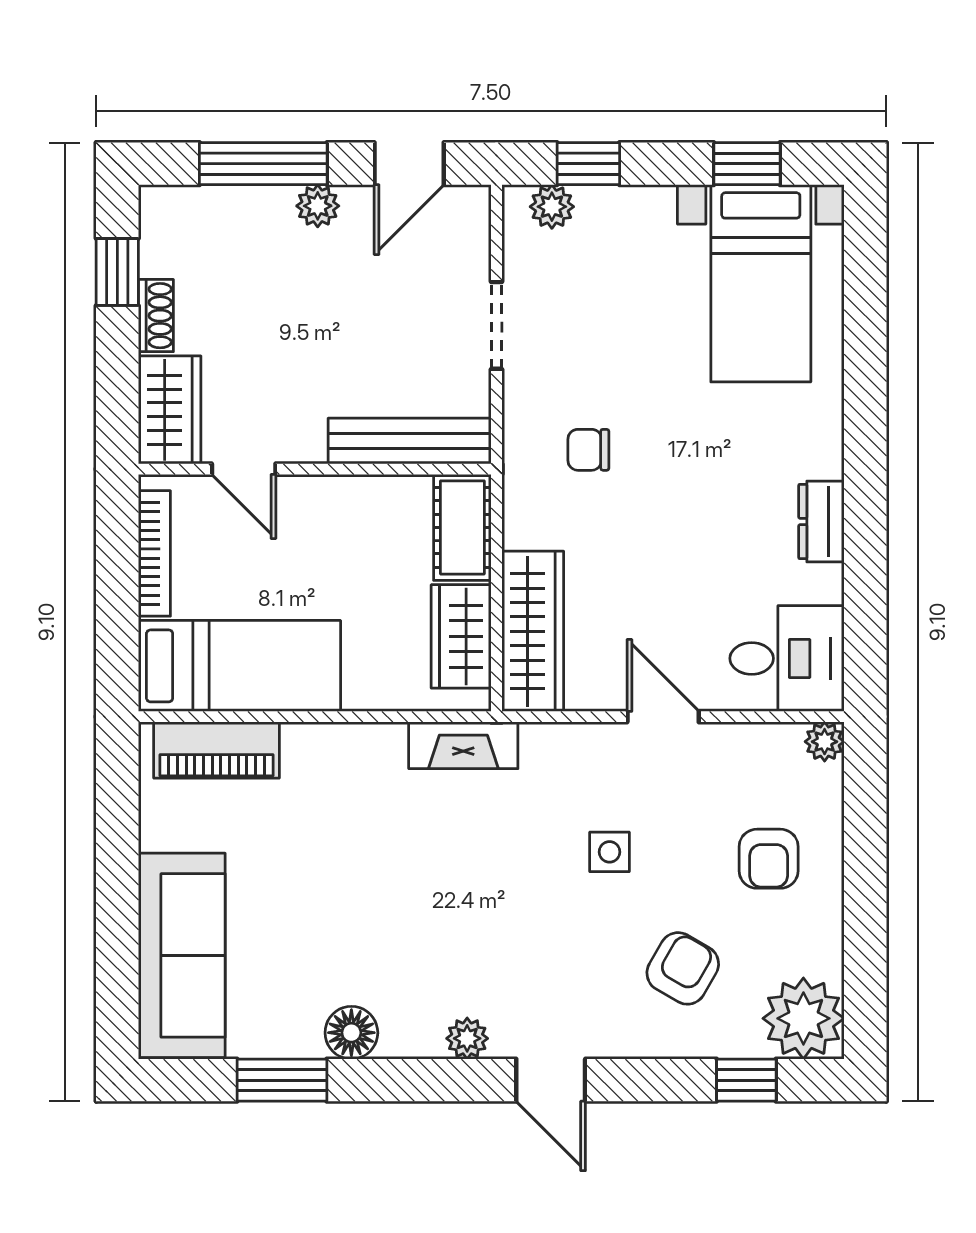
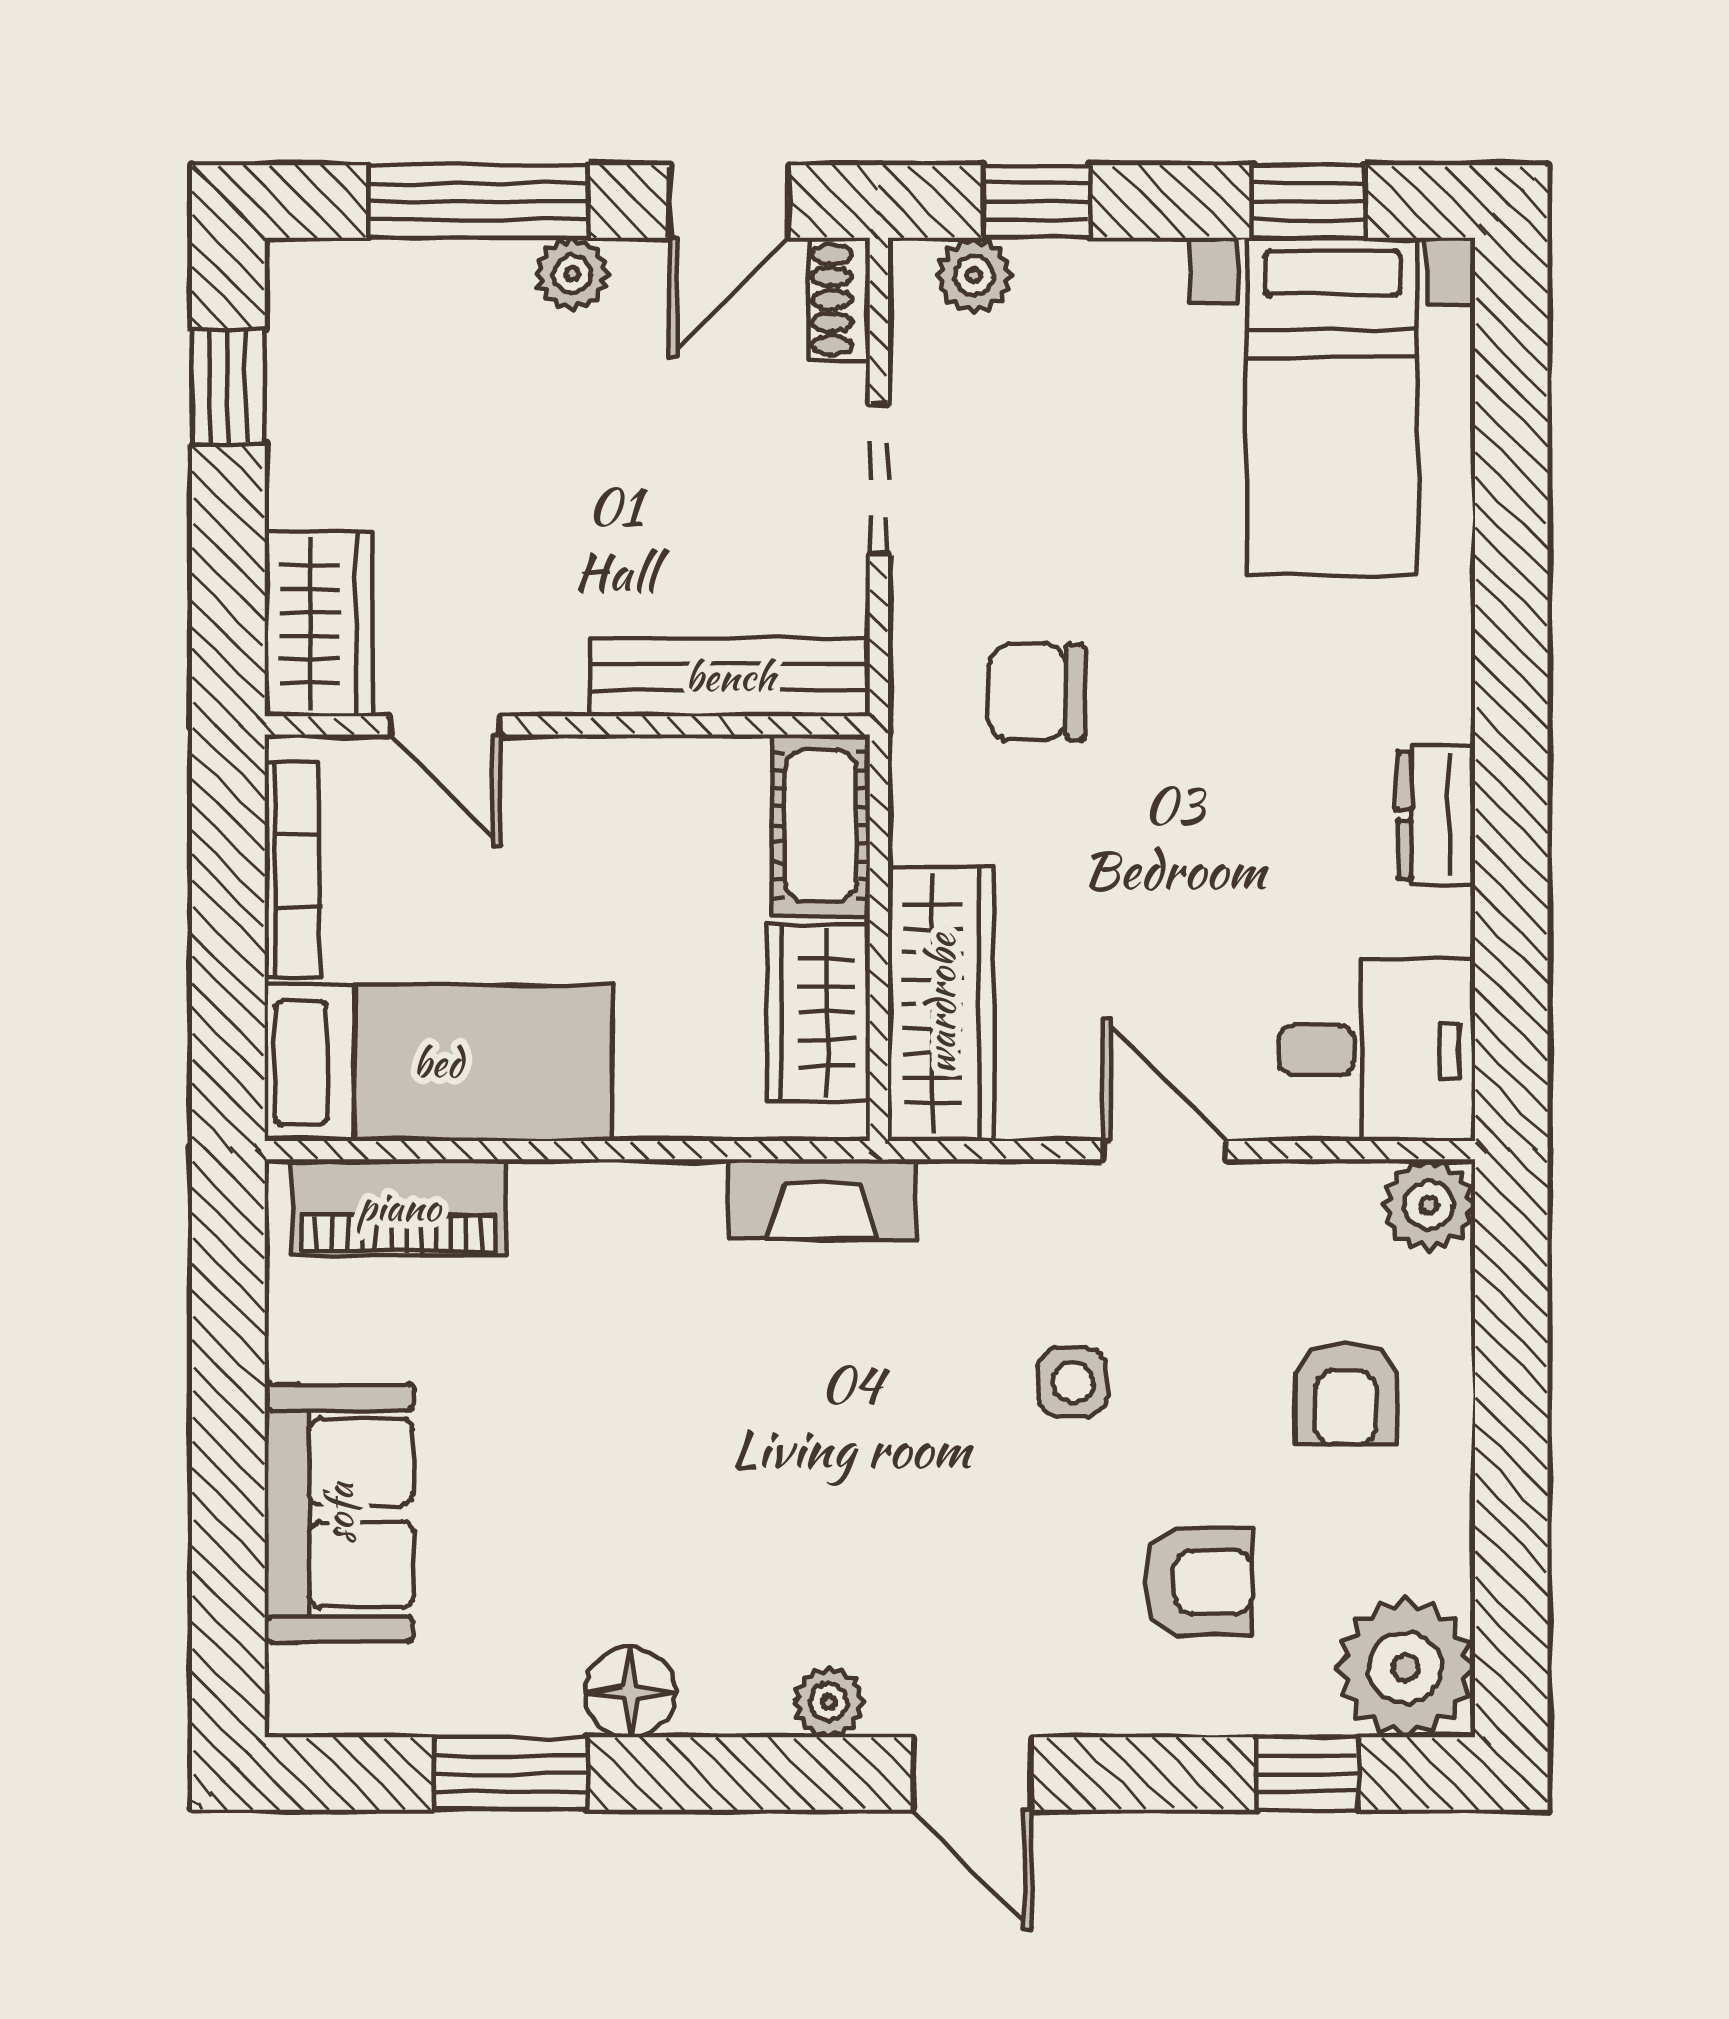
shoe rack: (156, 316) -> (840, 300), moved, turned 180
chair: (588, 450) -> (1037, 692), width x1.37, depth x1.37
plant: (825, 742) -> (1429, 1205), width x1.38, depth x1.38
sofa: (182, 955) -> (339, 1513), width x0.73
armchair: (683, 968) -> (1198, 1582), turned 60

